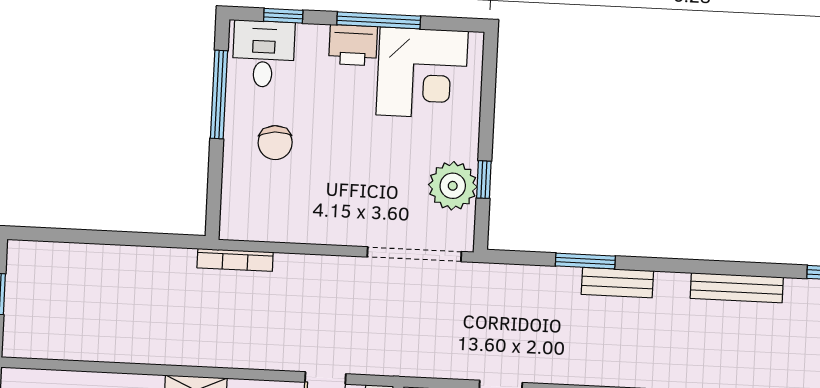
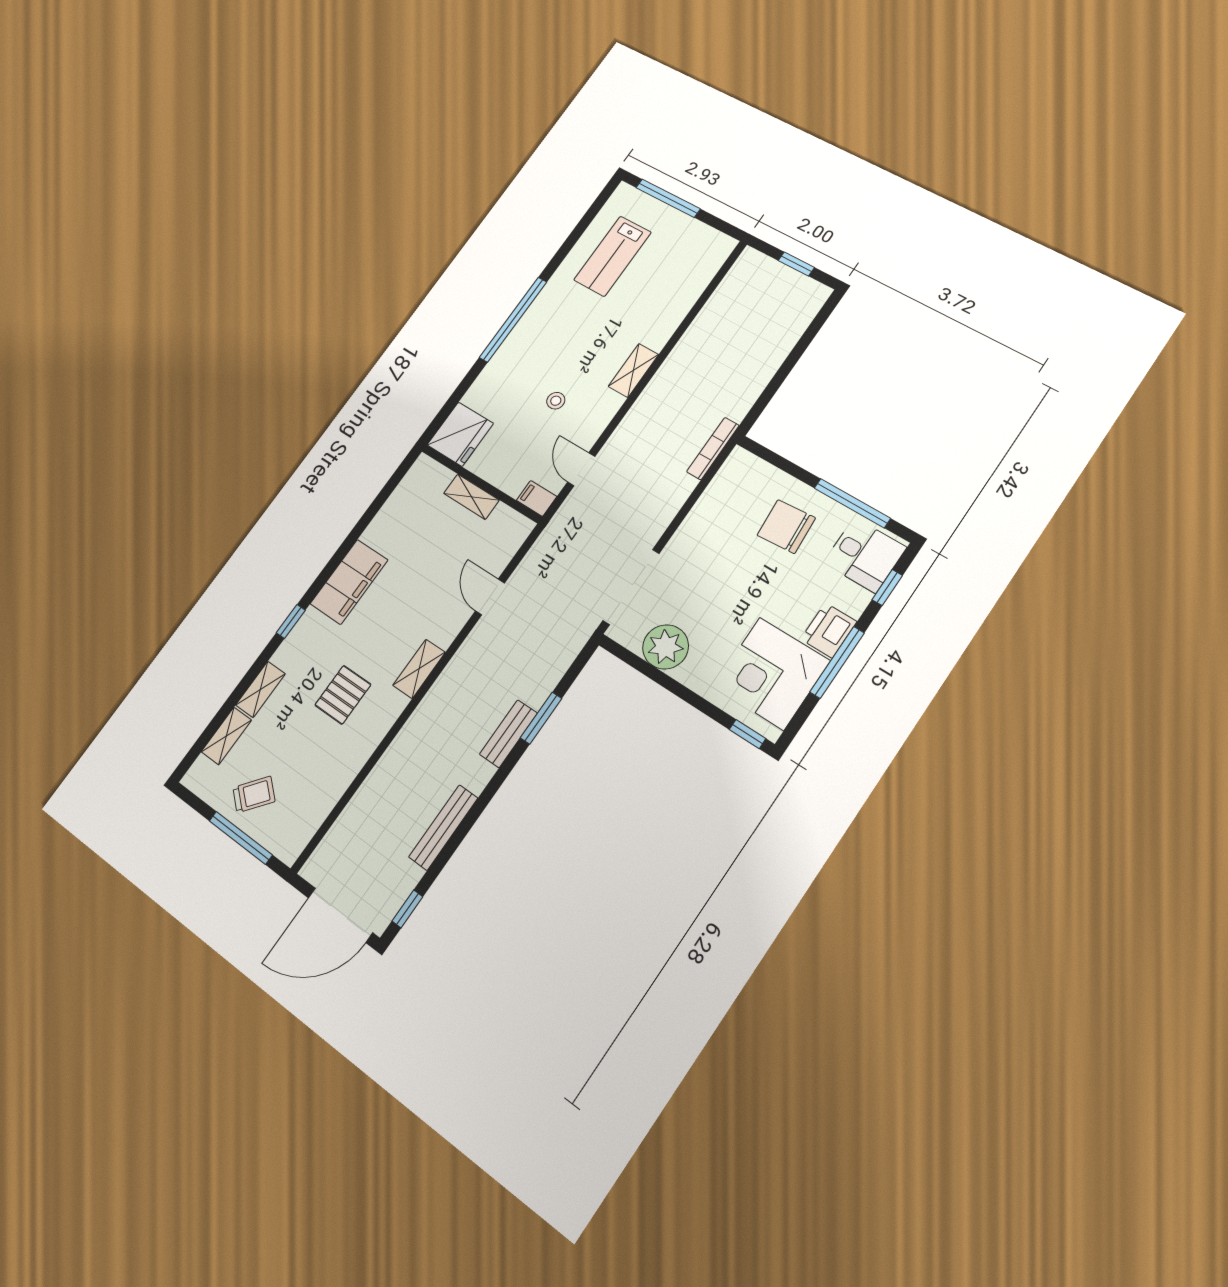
chair: (275, 143) -> (786, 527), width x1.37, depth x1.37
window: (484, 180) -> (748, 734), moved

